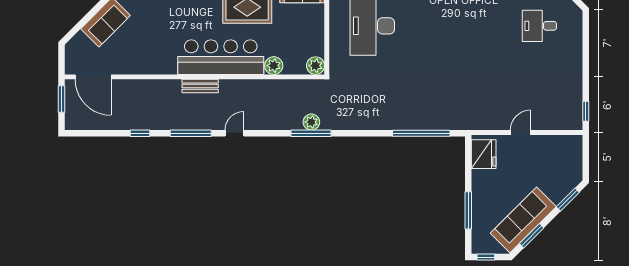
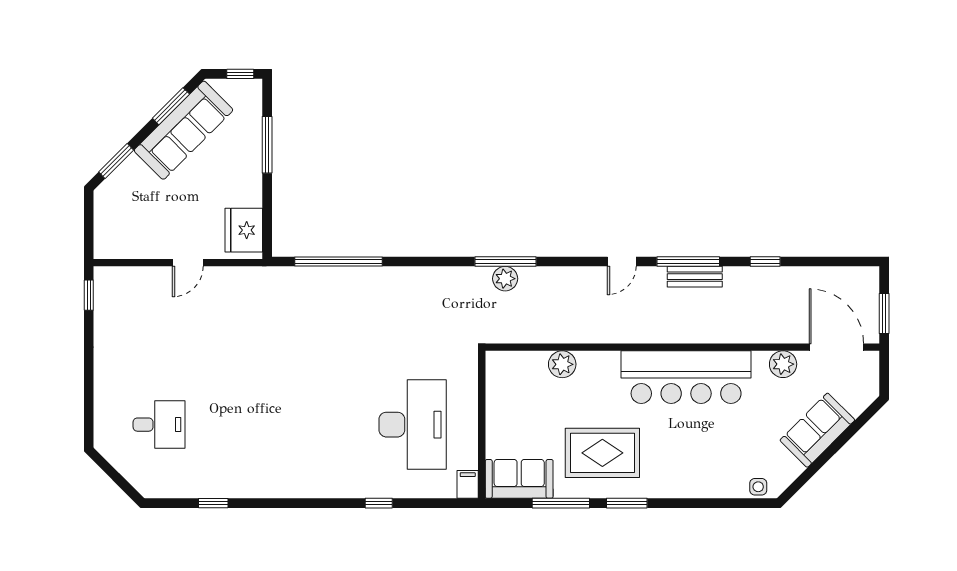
bar counter: (221, 57) -> (686, 377), moved
plant: (316, 66) -> (783, 364), moved
bench: (200, 86) -> (695, 277), moved

